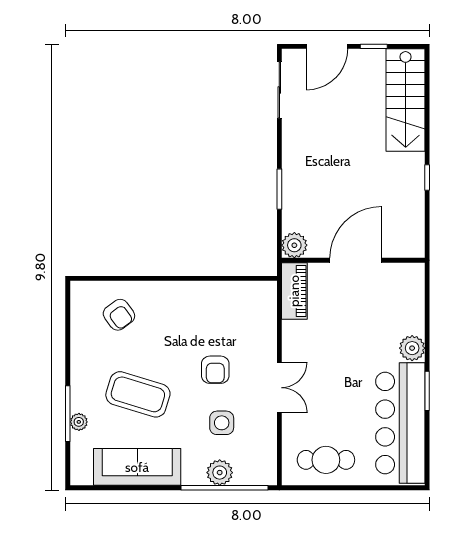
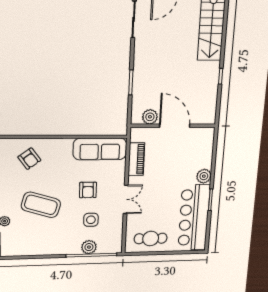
plant: (294, 245) -> (150, 117), moved
door: (356, 260) -> (175, 126), hinge flipped
piano: (294, 291) -> (136, 159), moved
sofa: (137, 467) -> (100, 149), moved, turned 180

